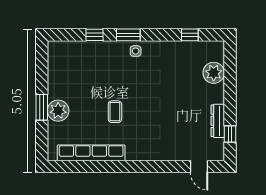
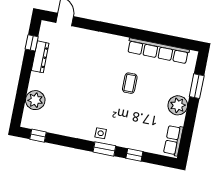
window: (190, 35) -> (38, 136), moved
row of seats: (55, 59) -> (173, 140), added
window: (42, 107) -> (197, 86), moved
plant: (58, 111) -> (178, 105), moved

